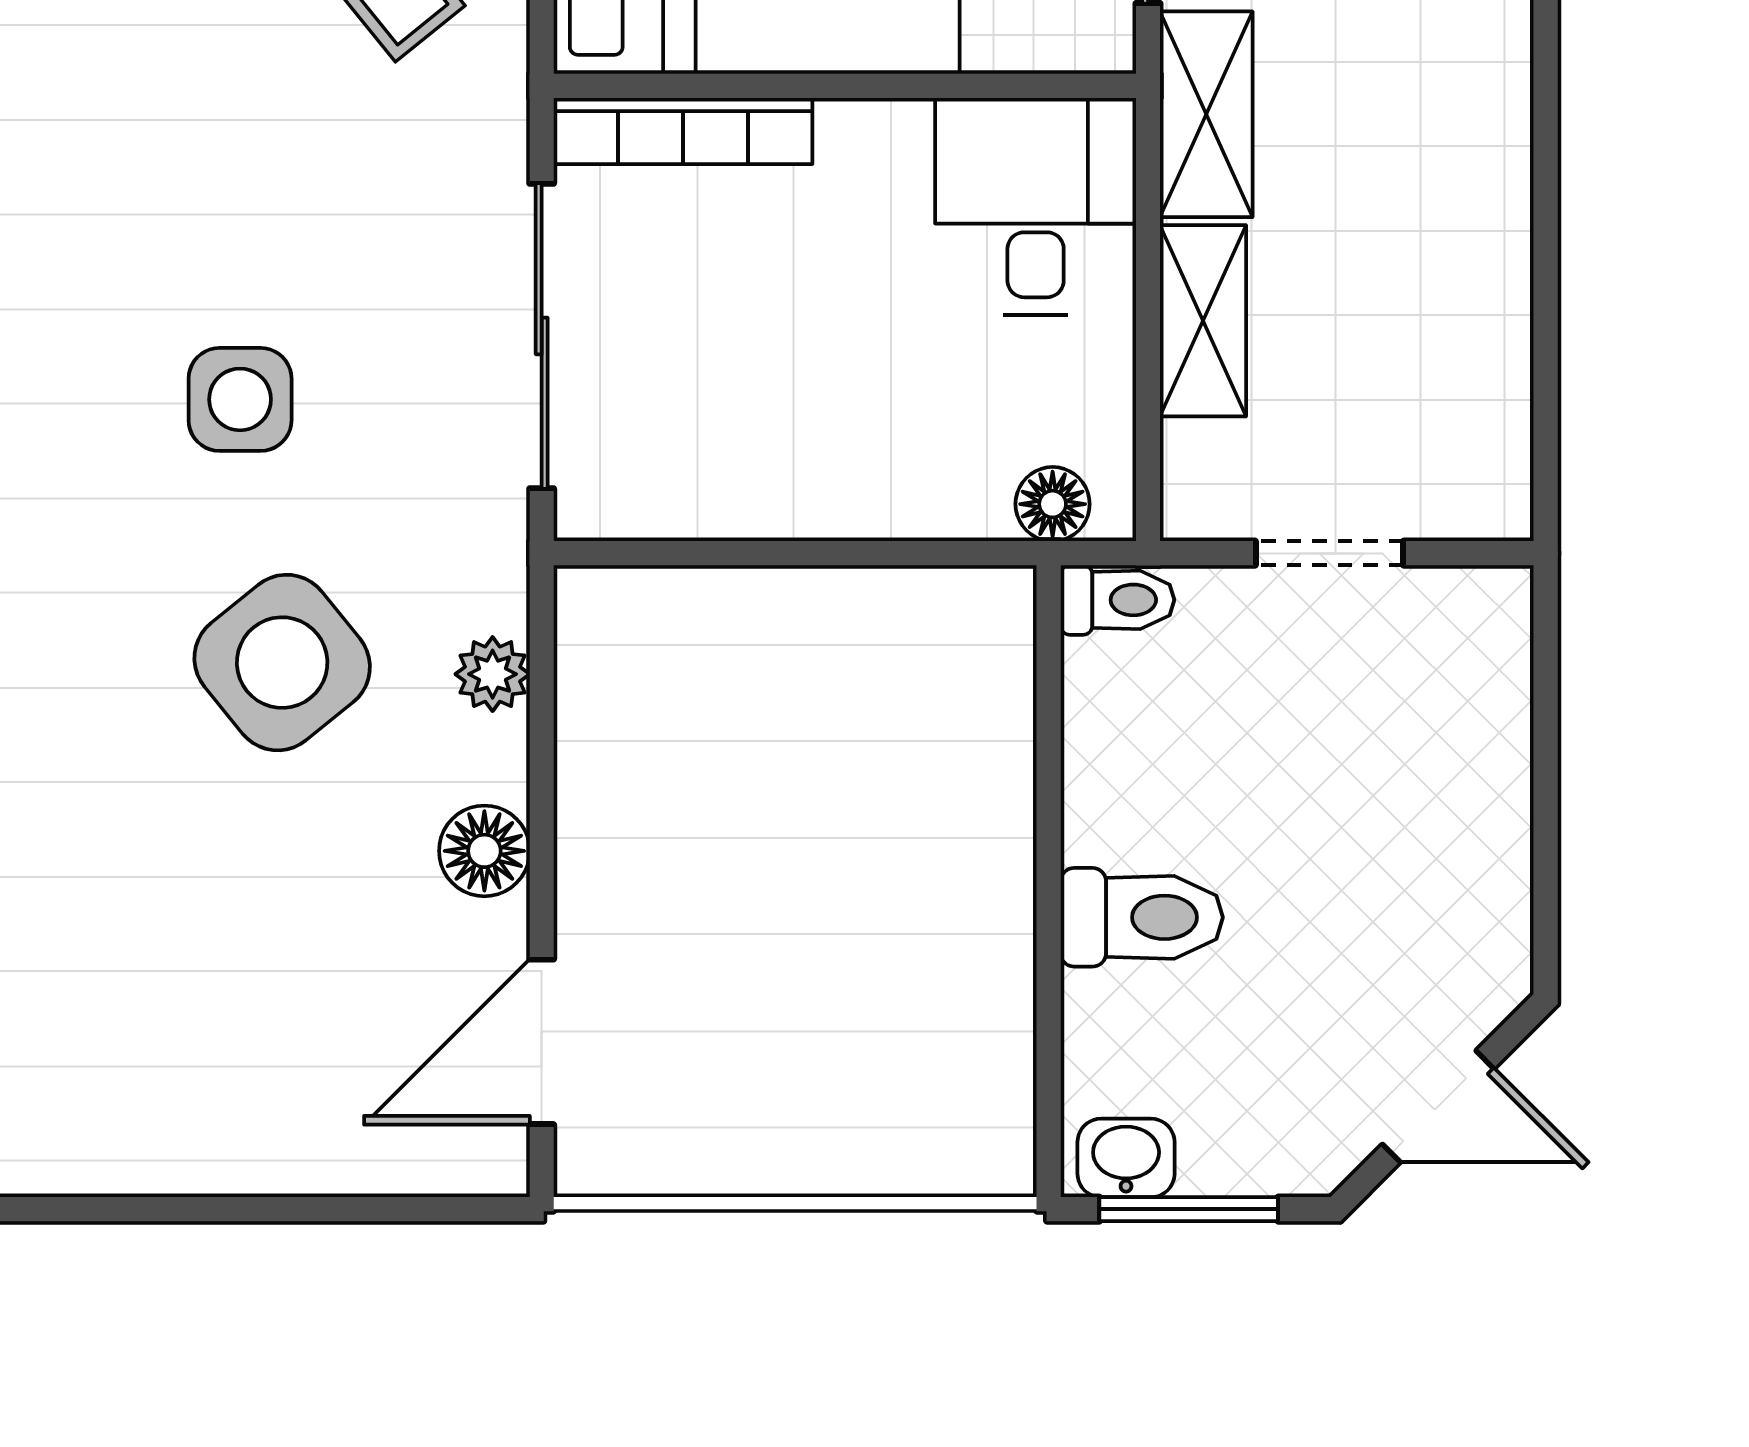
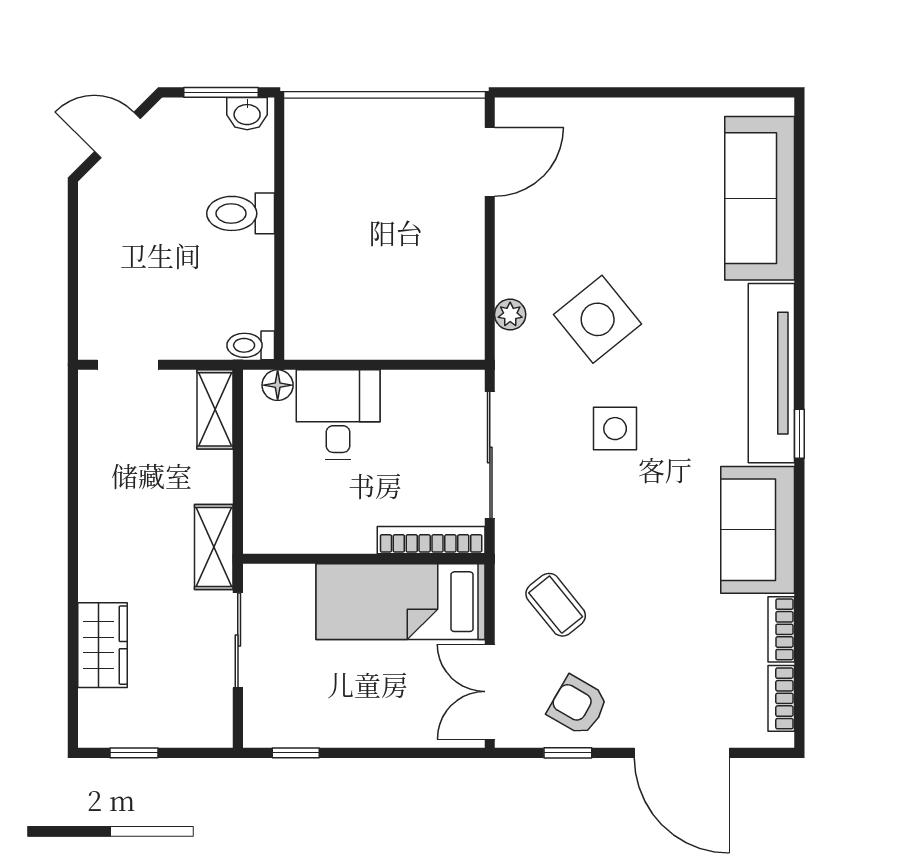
desk: (1036, 206) -> (338, 415), moved, turned 180
shelving: (1203, 321) -> (215, 409), moved
doorway: (1329, 553) -> (128, 365), moved
floor lamp: (484, 851) -> (514, 241), removed

